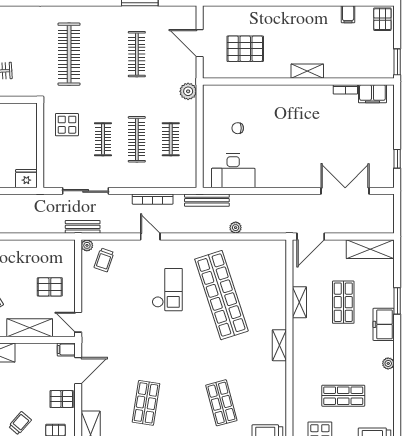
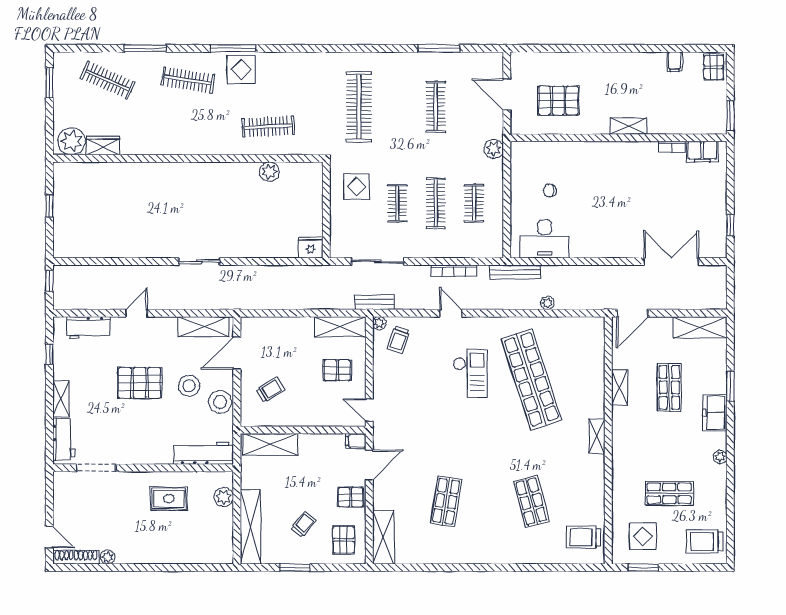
shelving: (30, 328) -> (340, 327), moved

